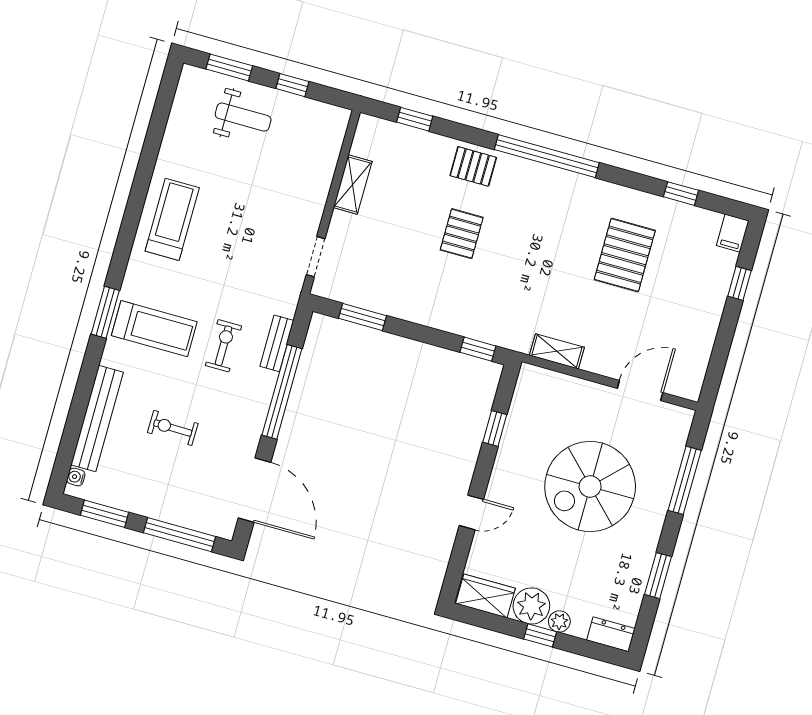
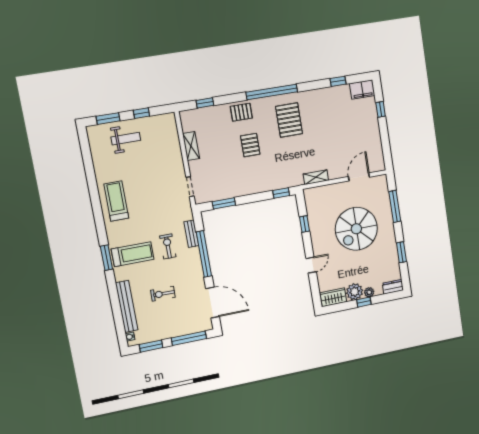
filing cabinet: (733, 233) -> (362, 89), width x2.00
pallet: (625, 255) -> (289, 120), moved

